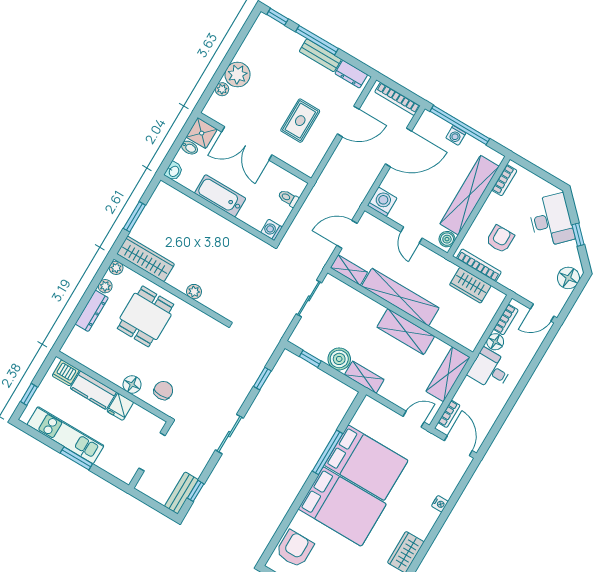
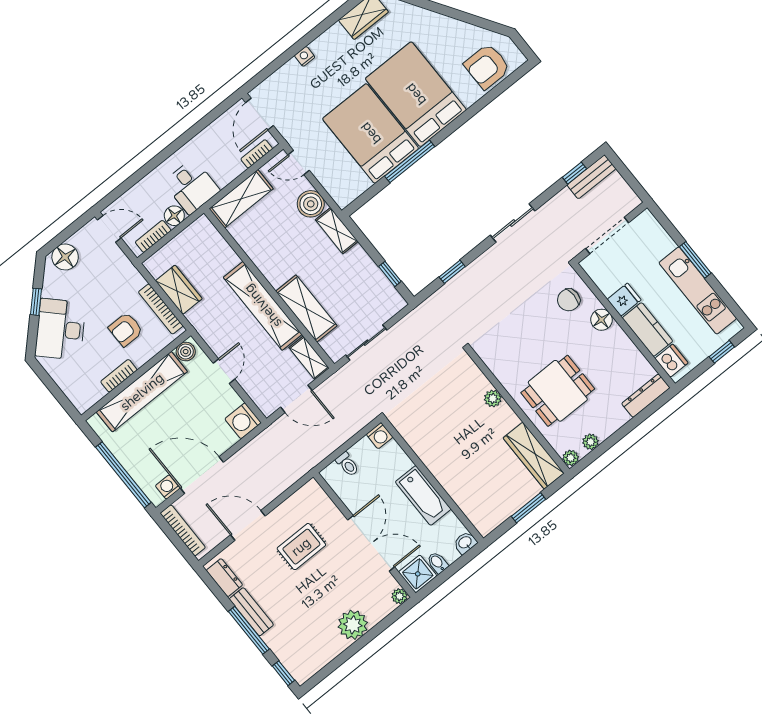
plant: (222, 89) -> (399, 596), moved
washing machine: (456, 135) -> (168, 487), moved, turned -90
bookcase: (504, 180) -> (119, 376), moved
dresser: (92, 311) -> (646, 396), moved
shelving: (406, 332) -> (306, 308), moved
boiler: (339, 359) -> (311, 204), moved

